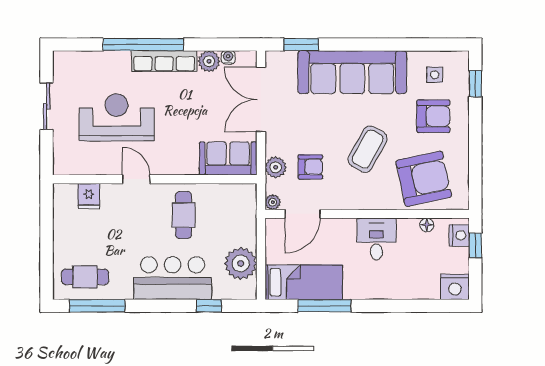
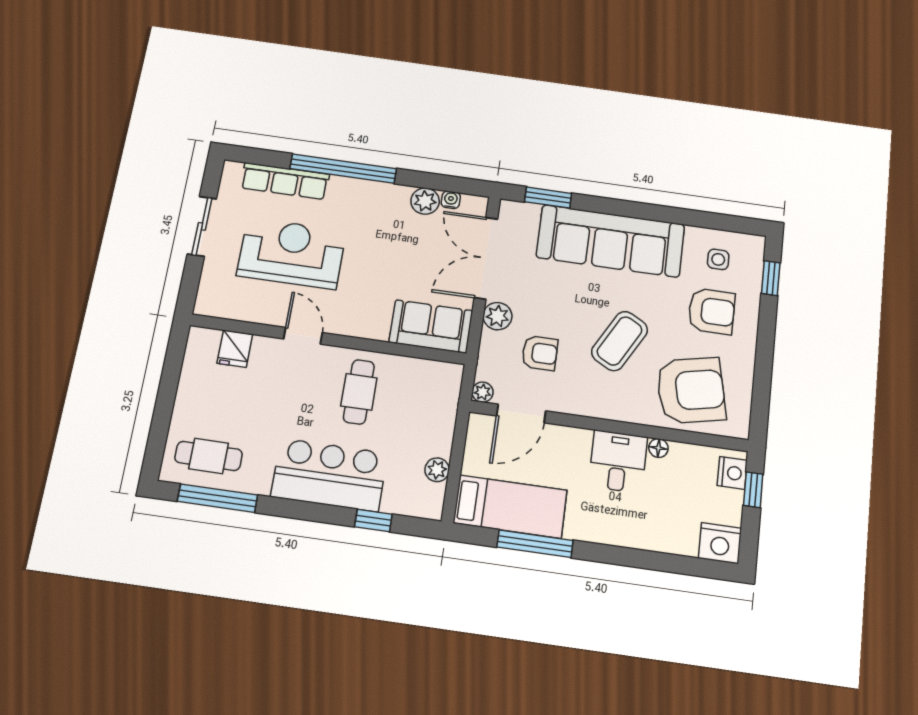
row of seats: (164, 61) -> (285, 181), moved
plant: (276, 167) -> (497, 316), moved
floor lamp: (427, 225) -> (658, 448), moved
plant: (241, 263) -> (437, 470), width x0.53, depth x0.53

